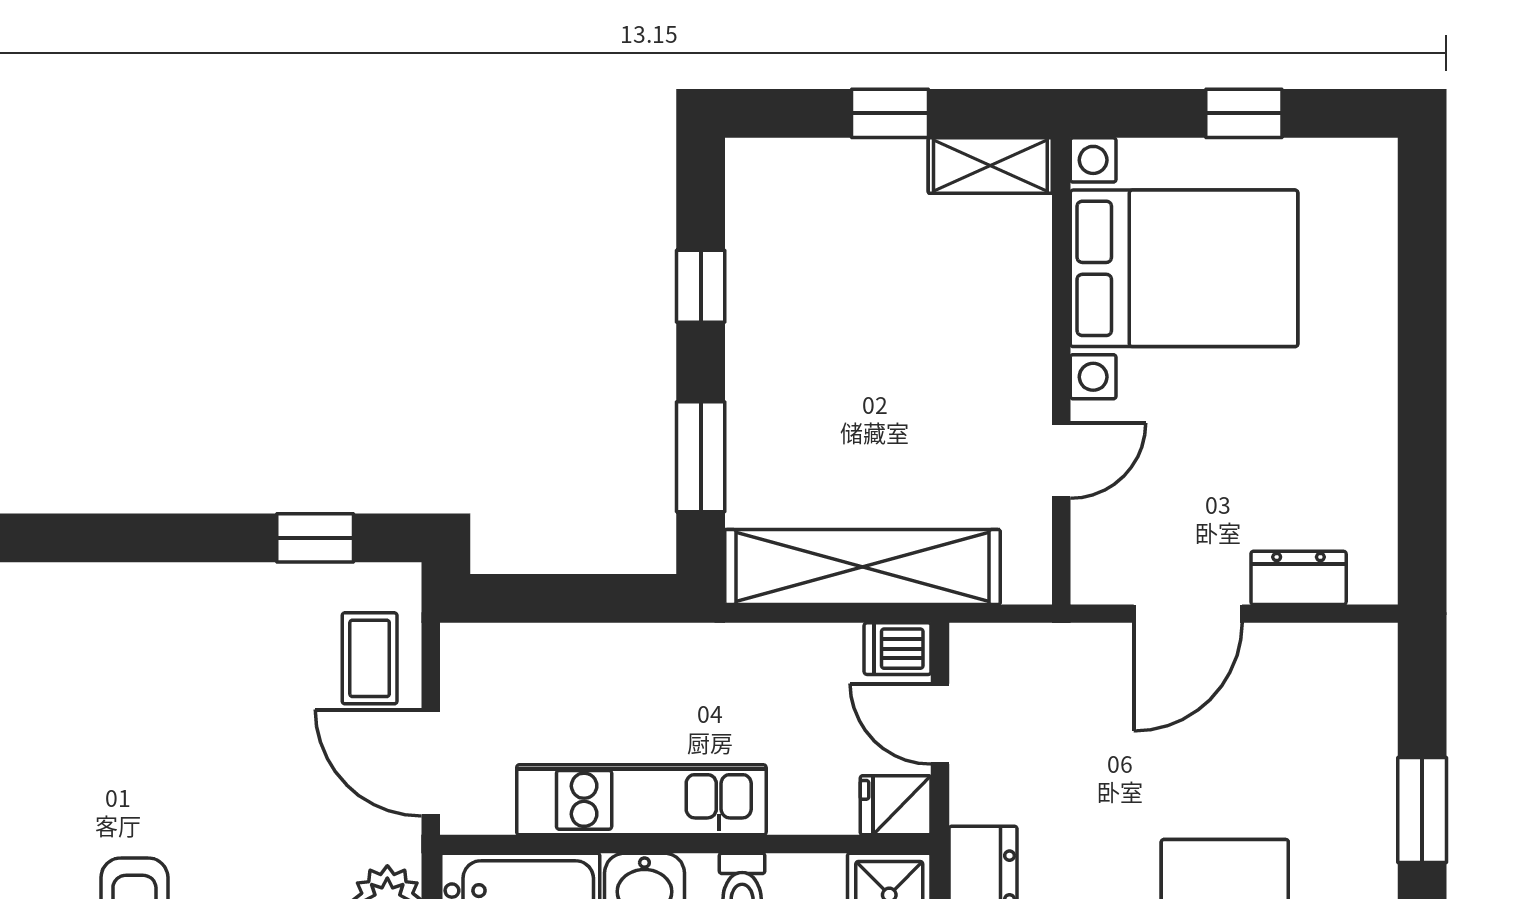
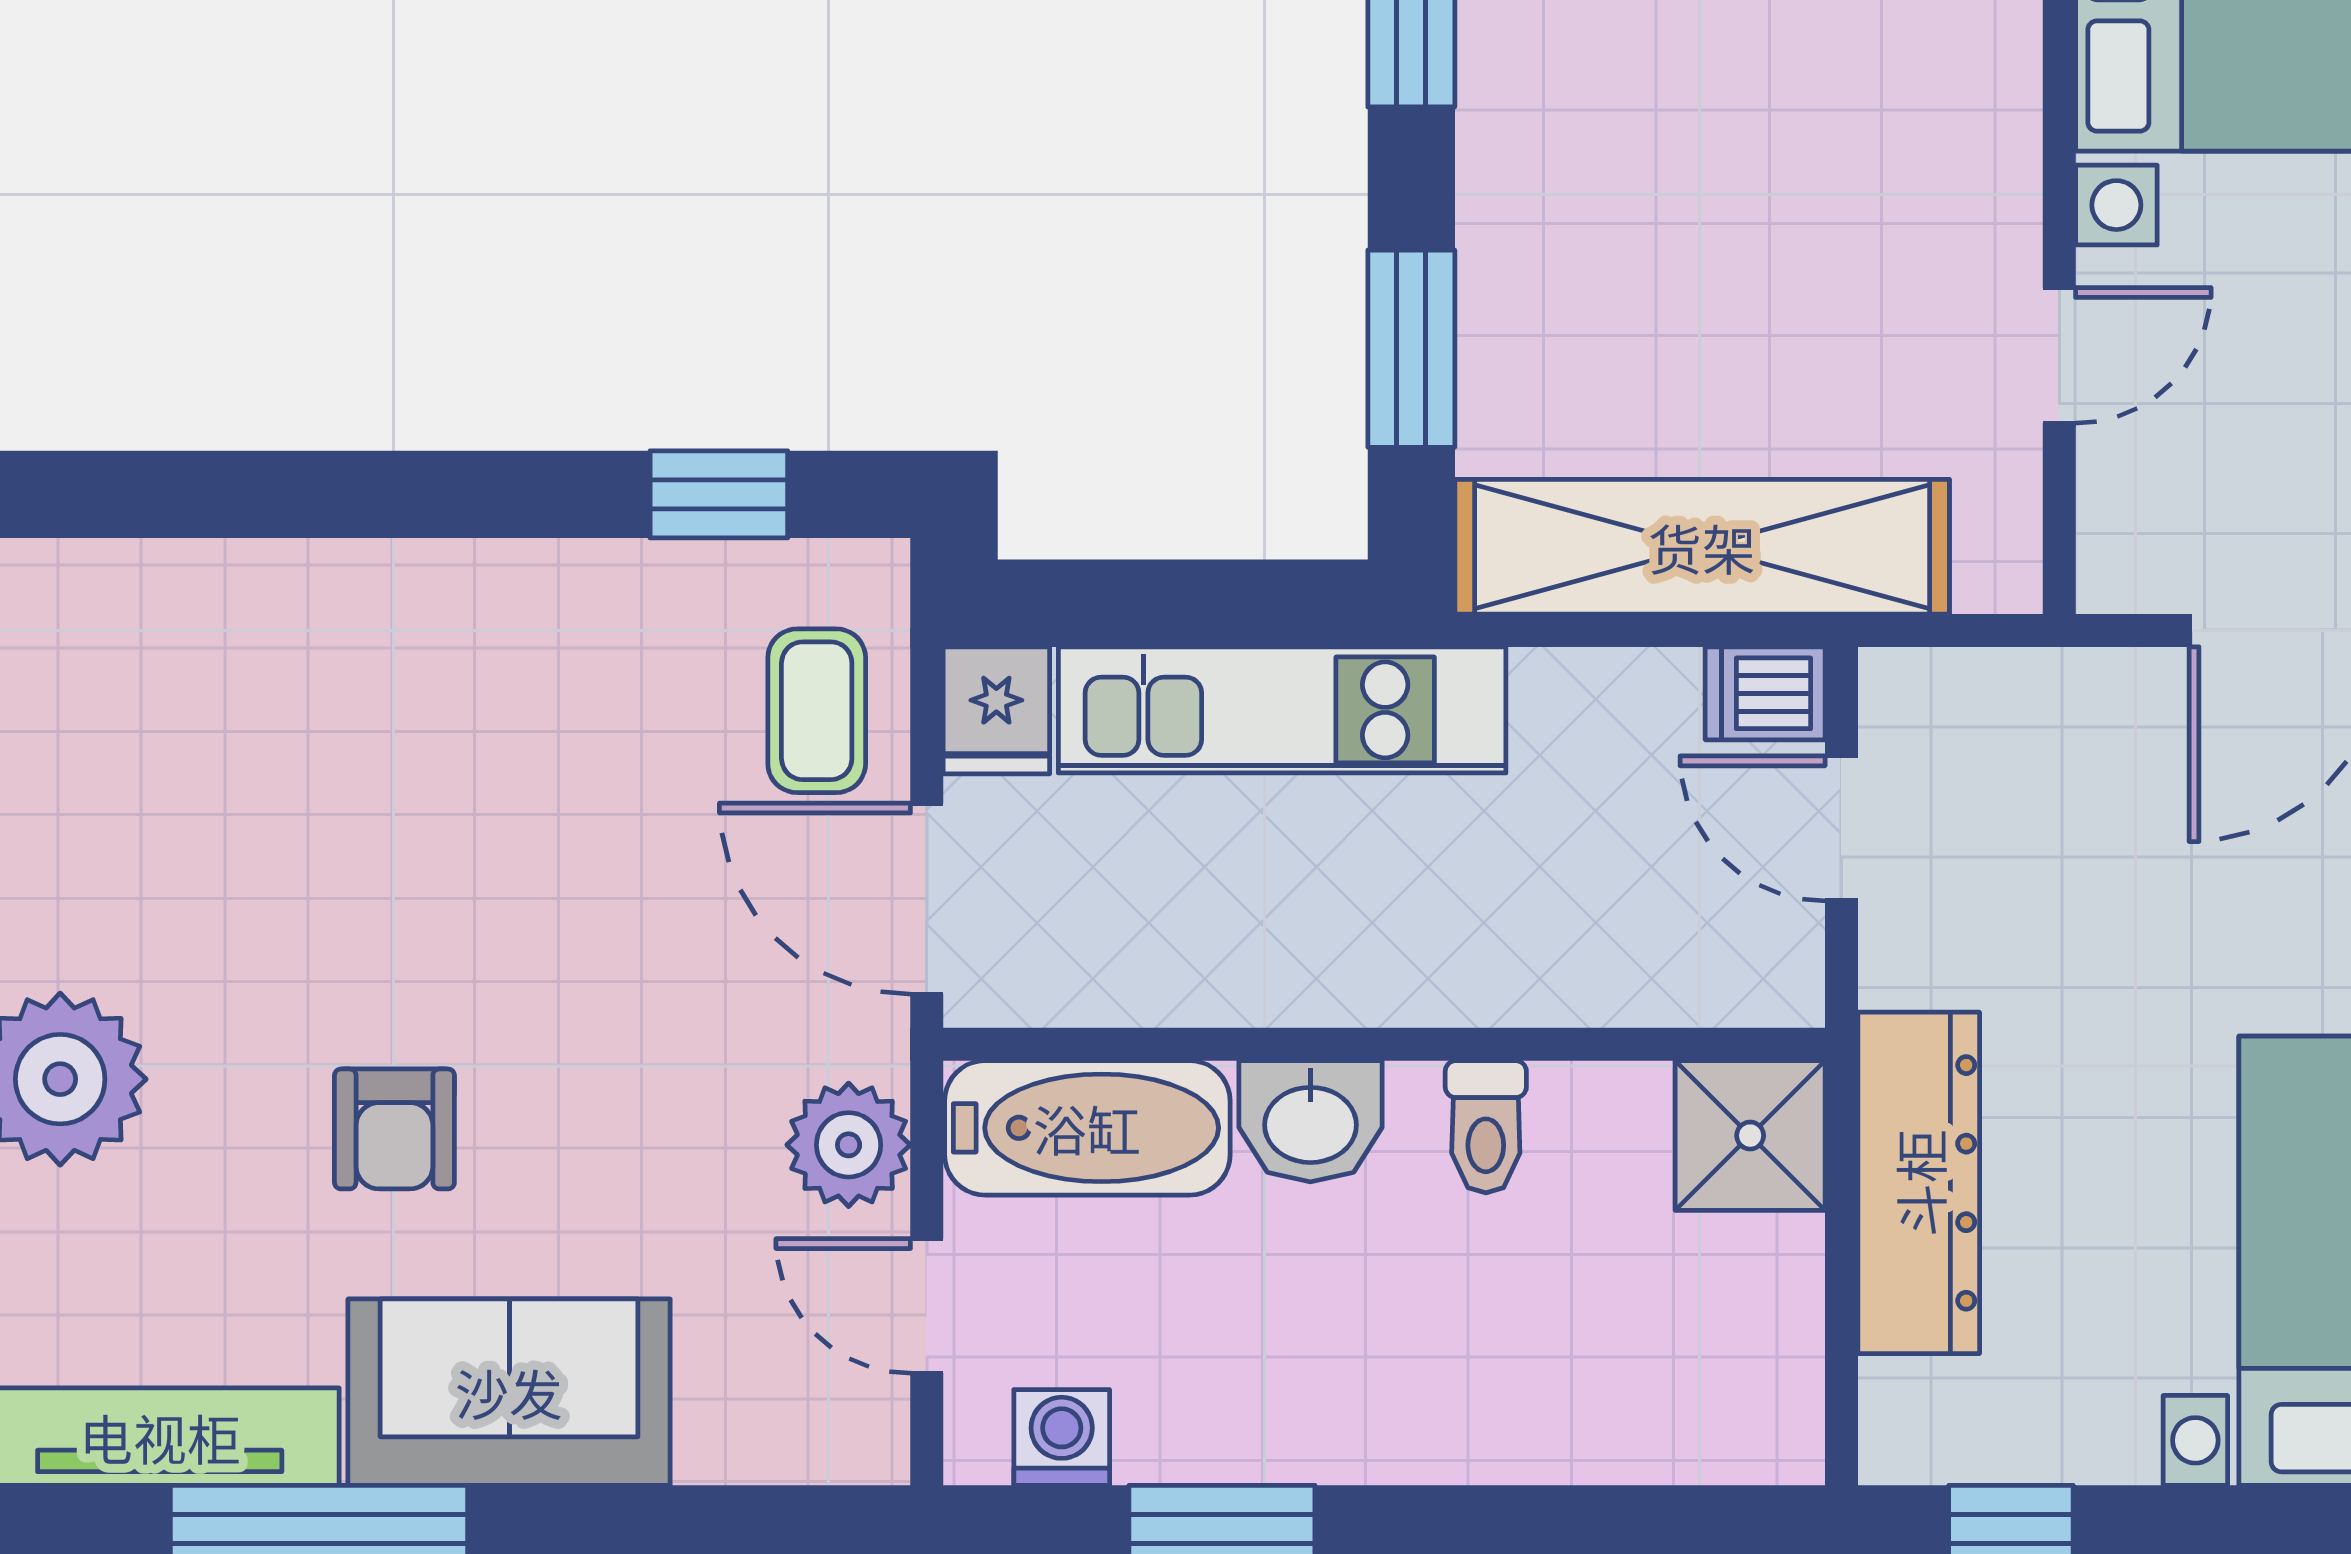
kitchen unit: (641, 800) -> (1282, 710), moved, turned 180
fridge: (896, 805) -> (996, 710), moved, turned -90

